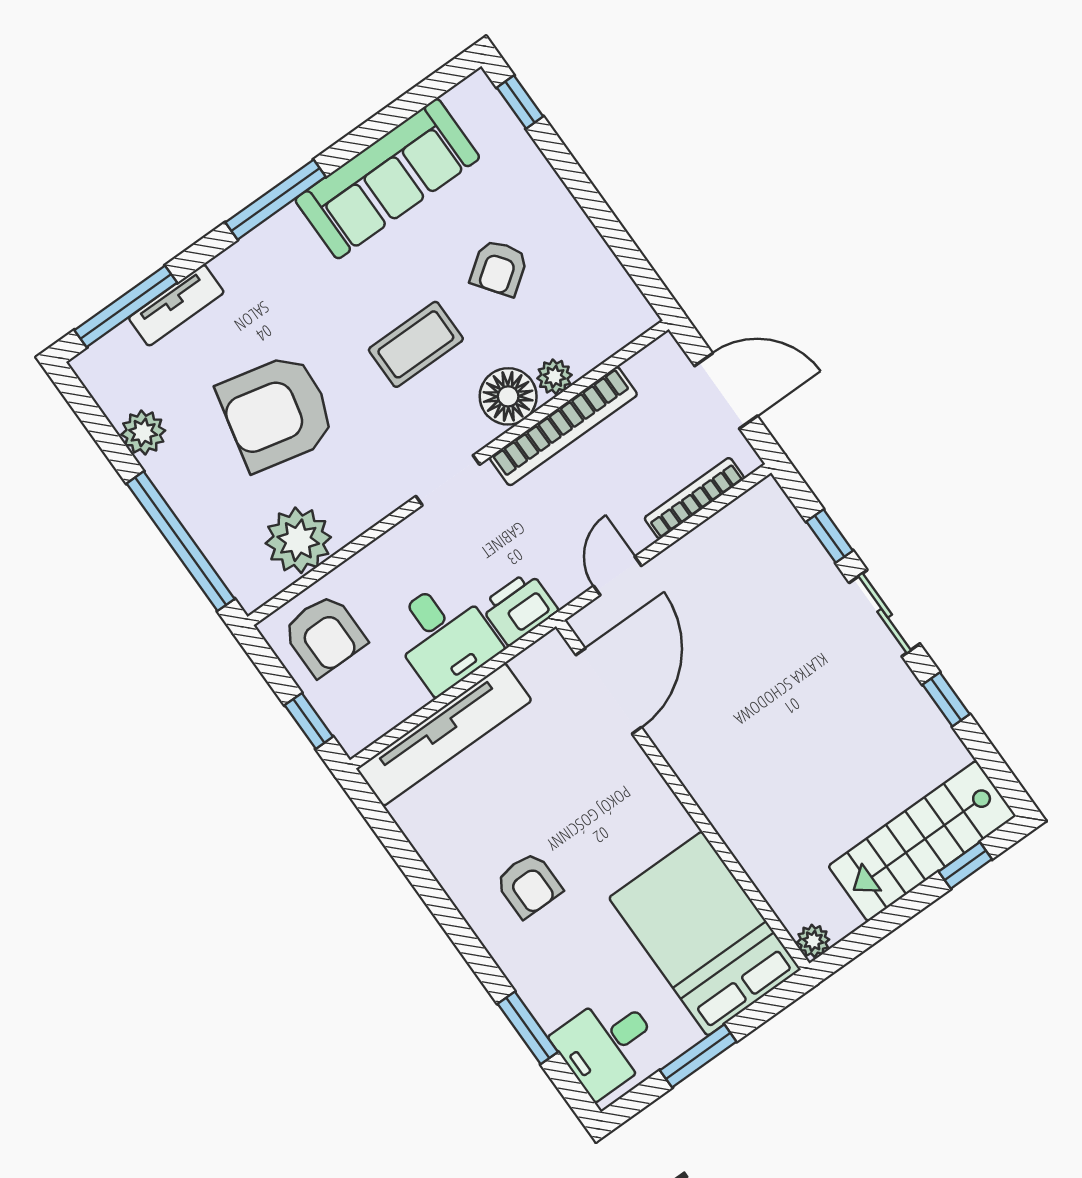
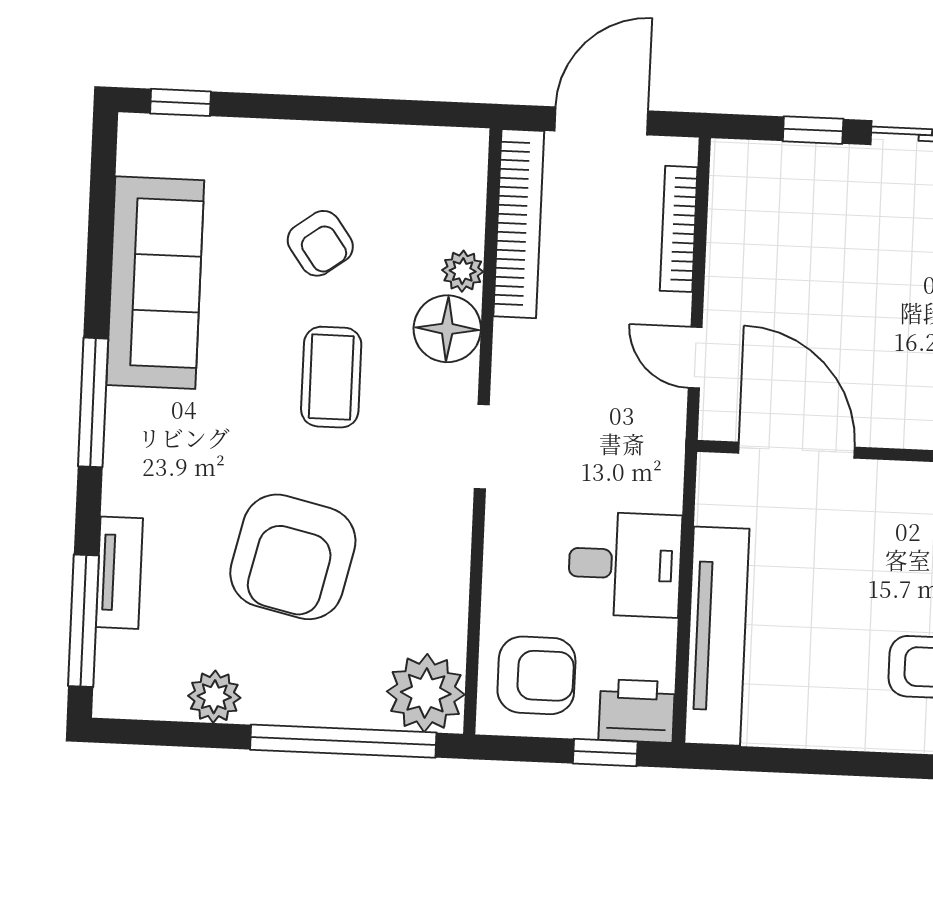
bookcase: (563, 426) -> (519, 224), moved
plant: (298, 540) -> (426, 693), moved
printer: (519, 608) -> (637, 711), moved, turned 90

